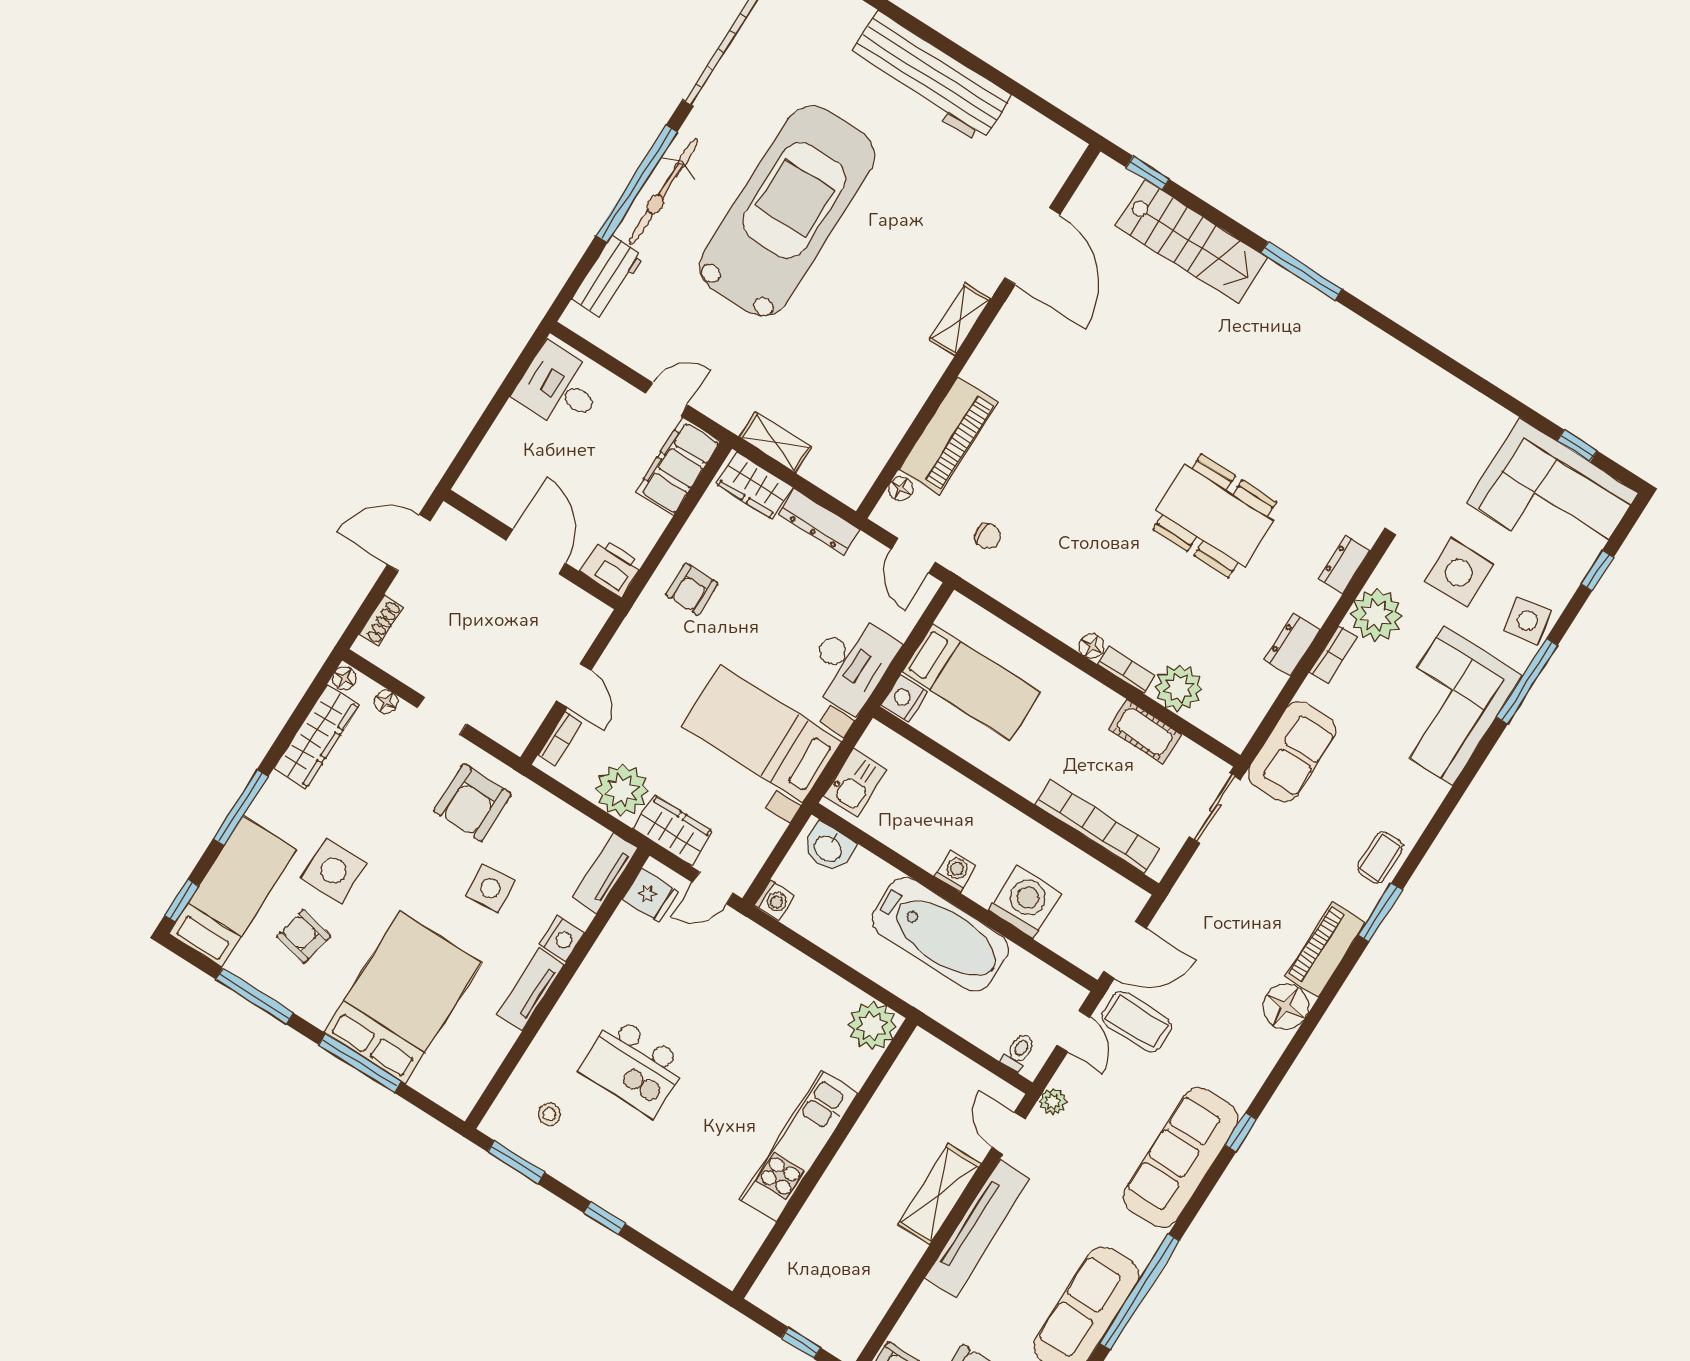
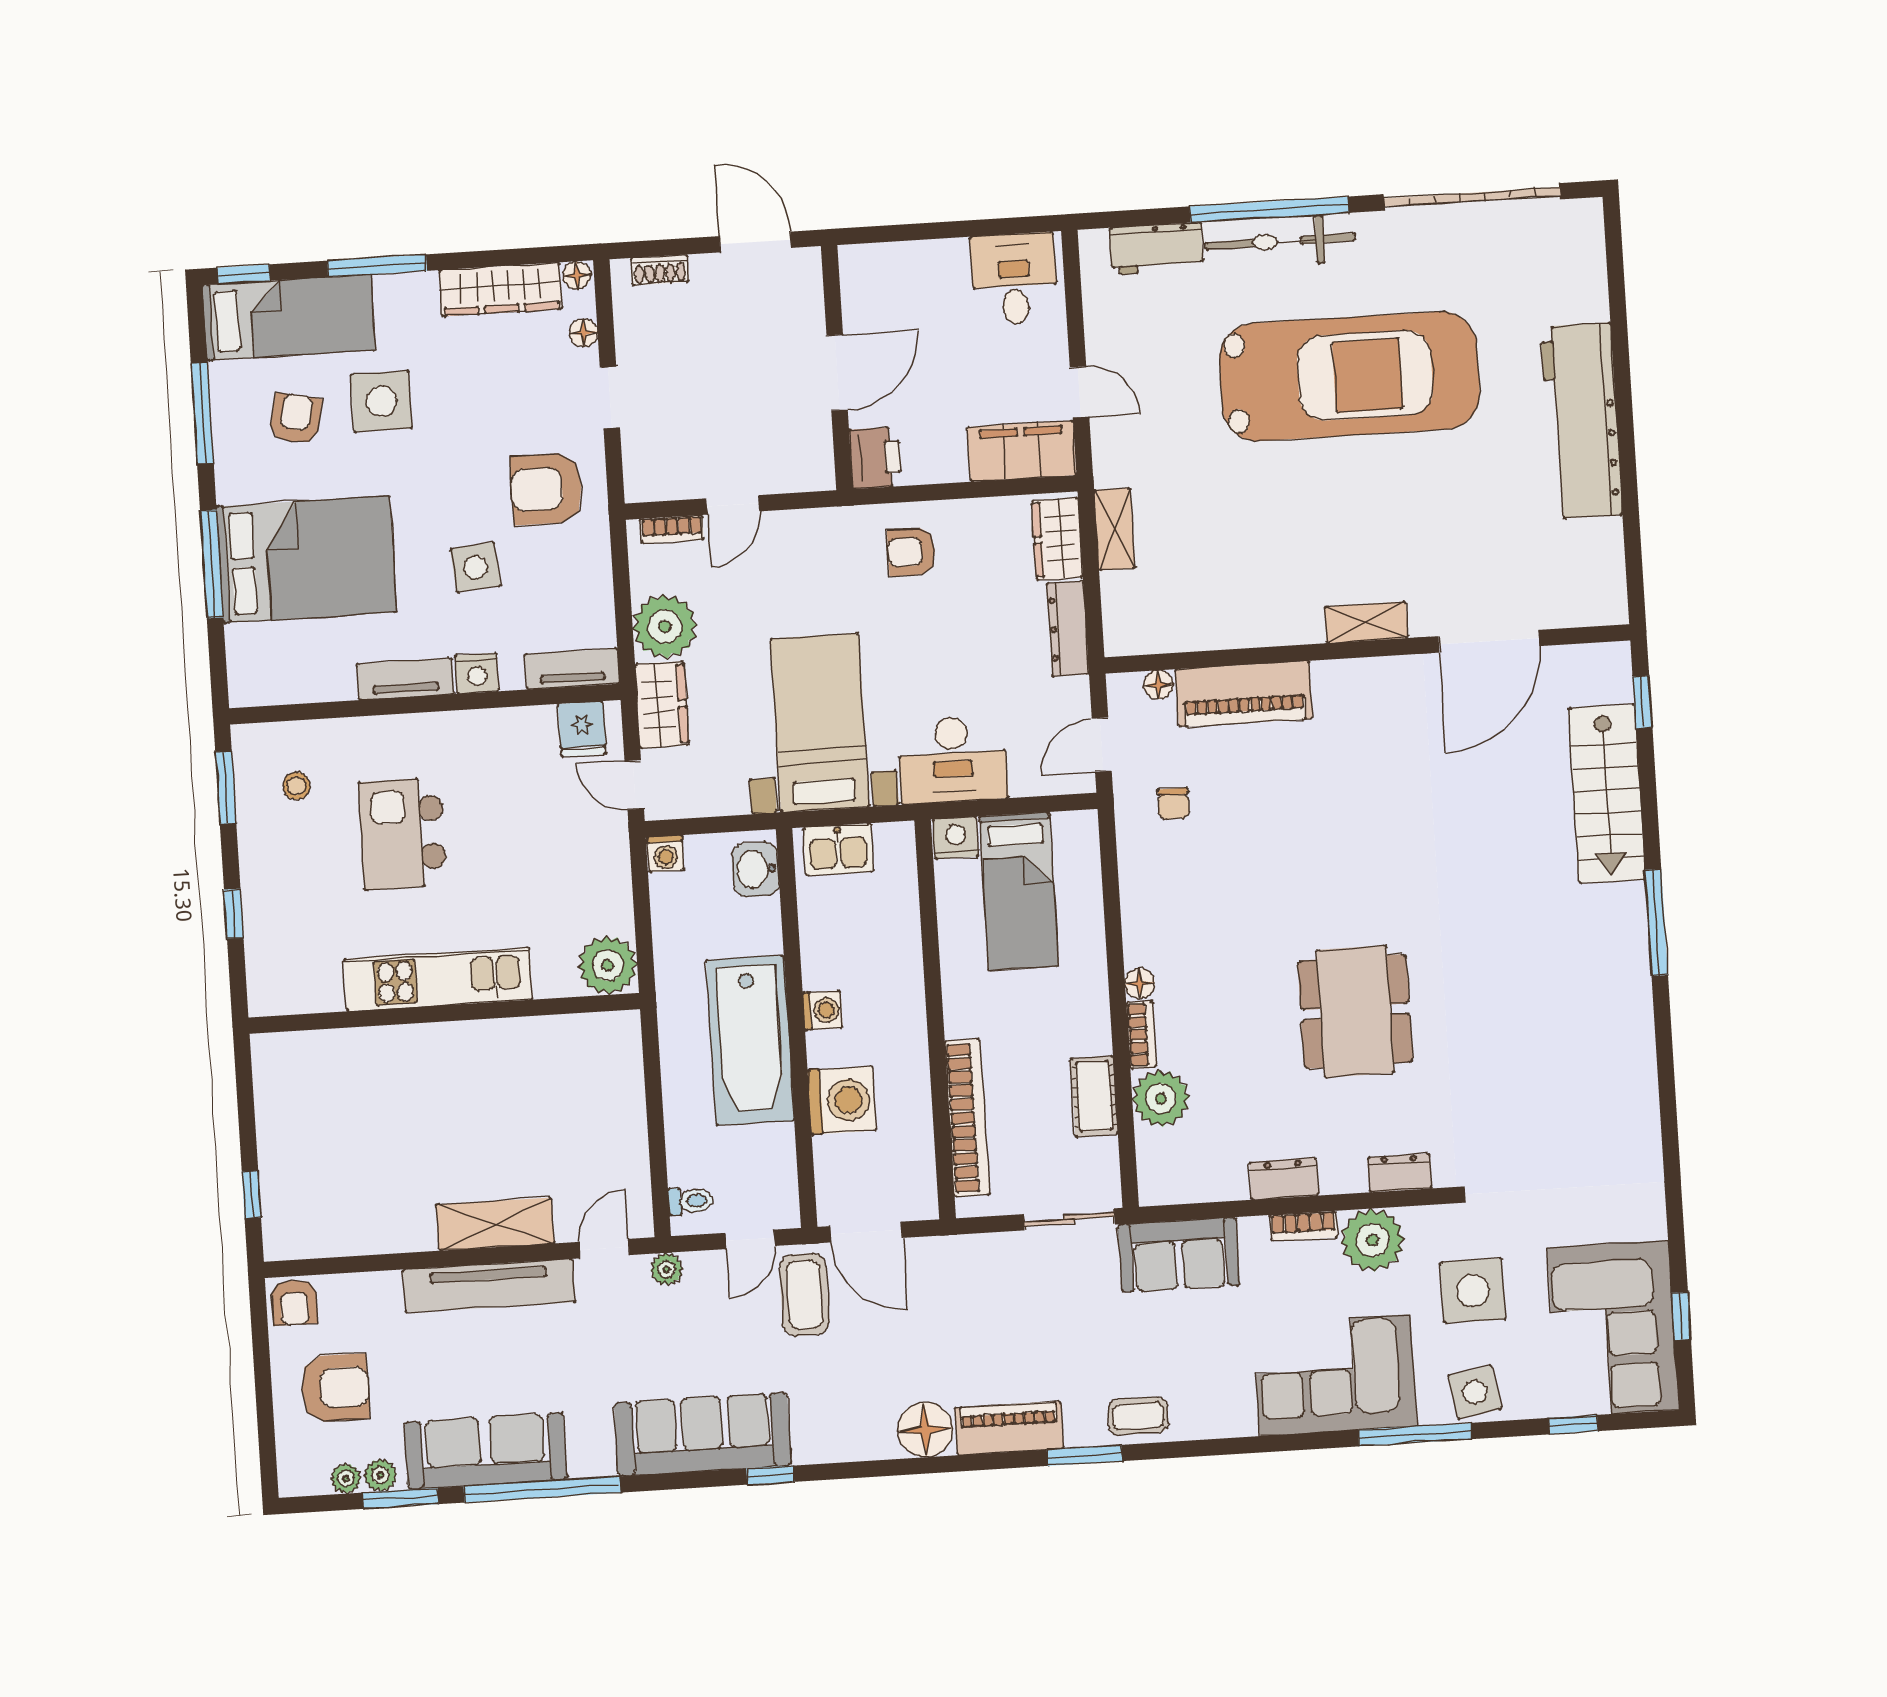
plant: (872, 1026) -> (608, 965), moved
kitchen unit: (799, 1146) -> (438, 979), moved
wall: (825, 1158) -> (444, 1013), moved

